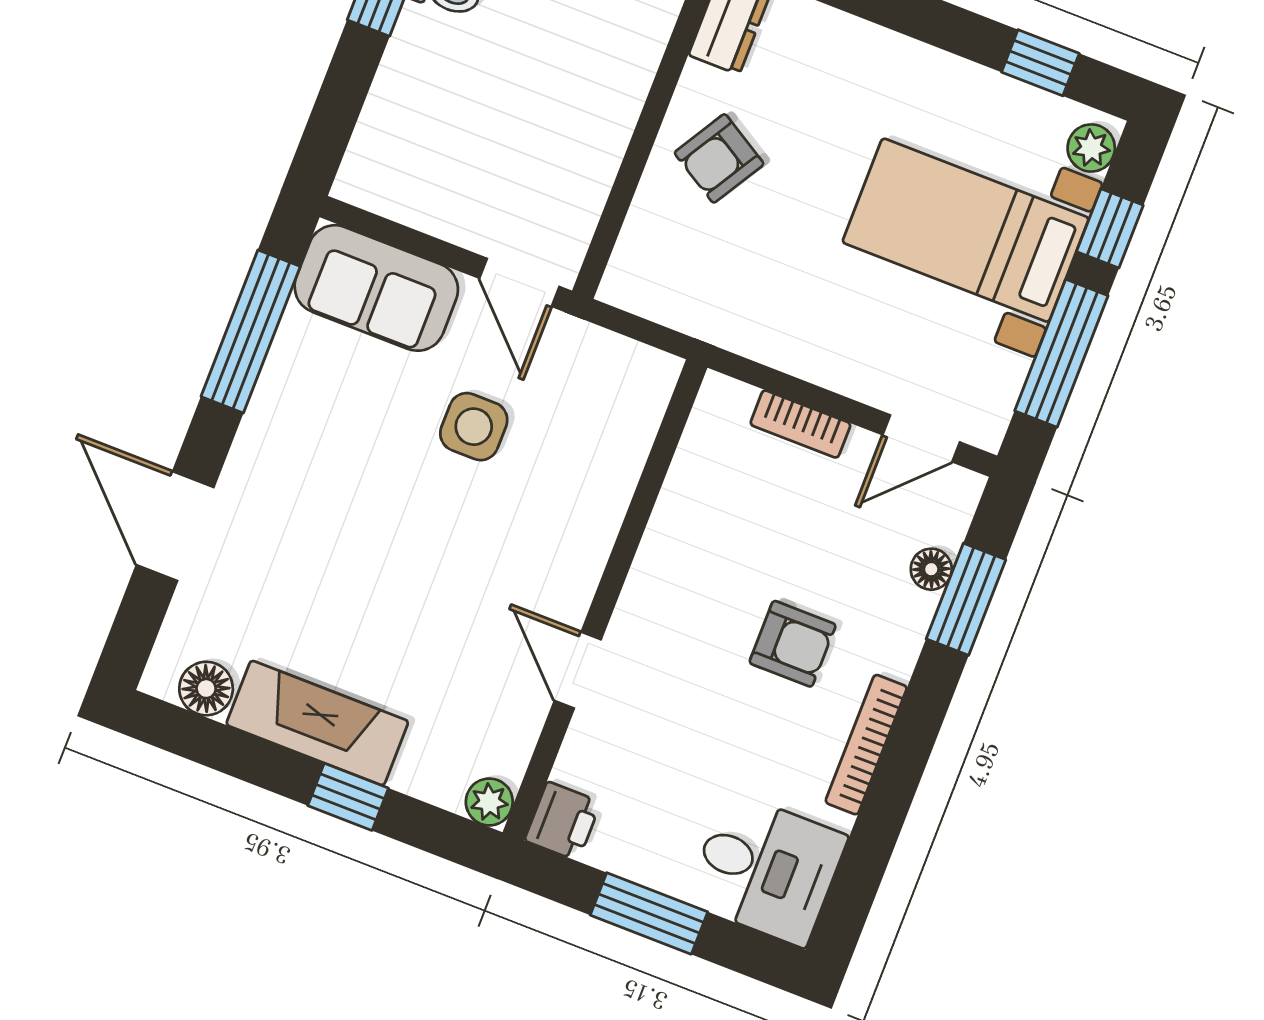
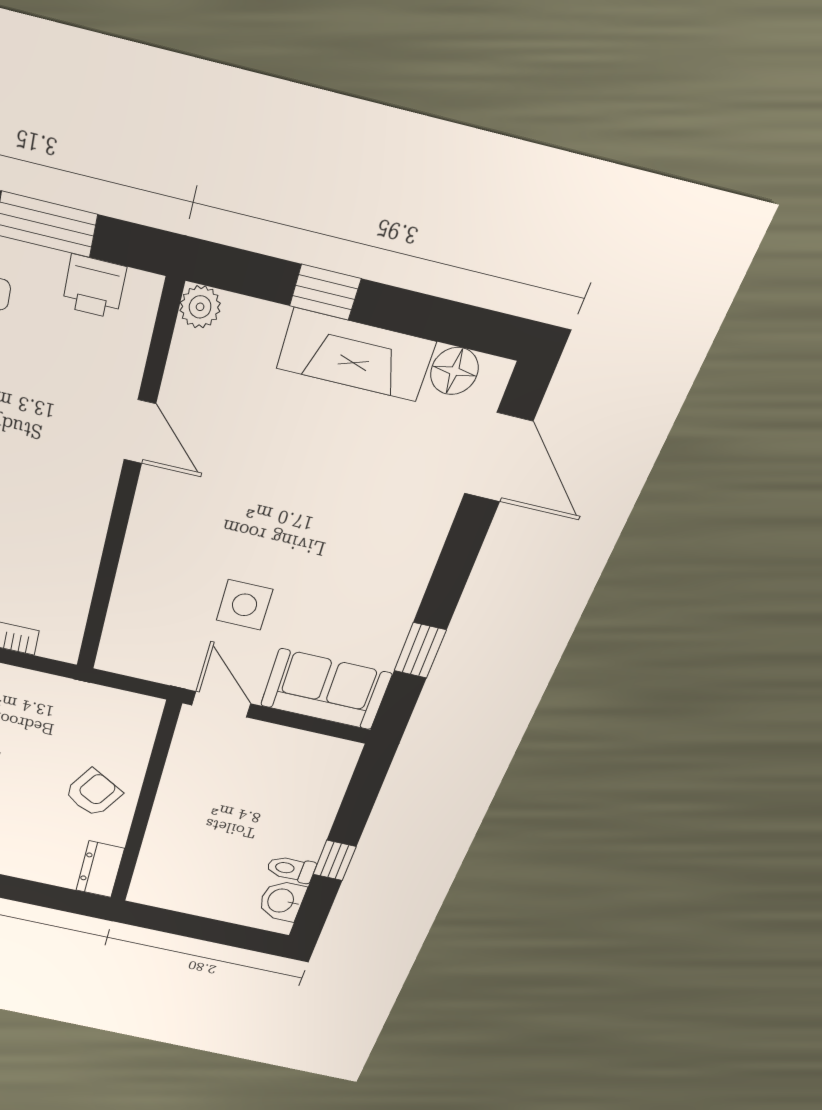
window: (251, 332) -> (420, 650), width x0.46
door: (175, 526) -> (498, 458), moved
printer: (563, 821) -> (94, 287), moved, turned -90

